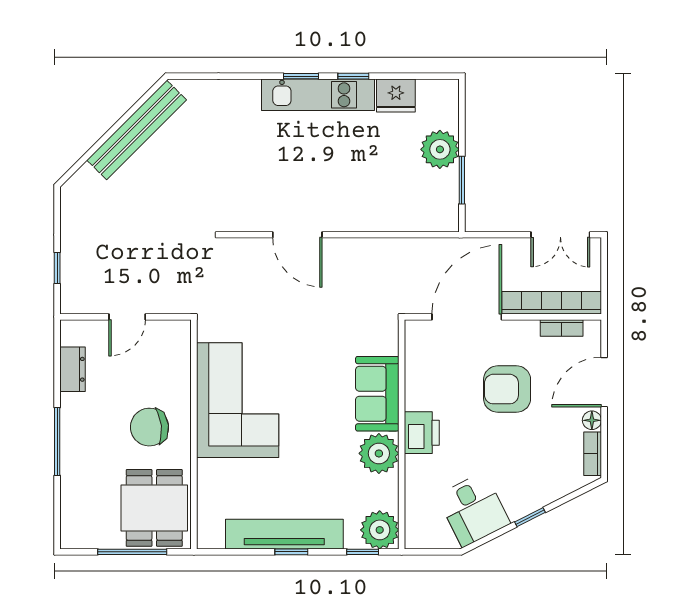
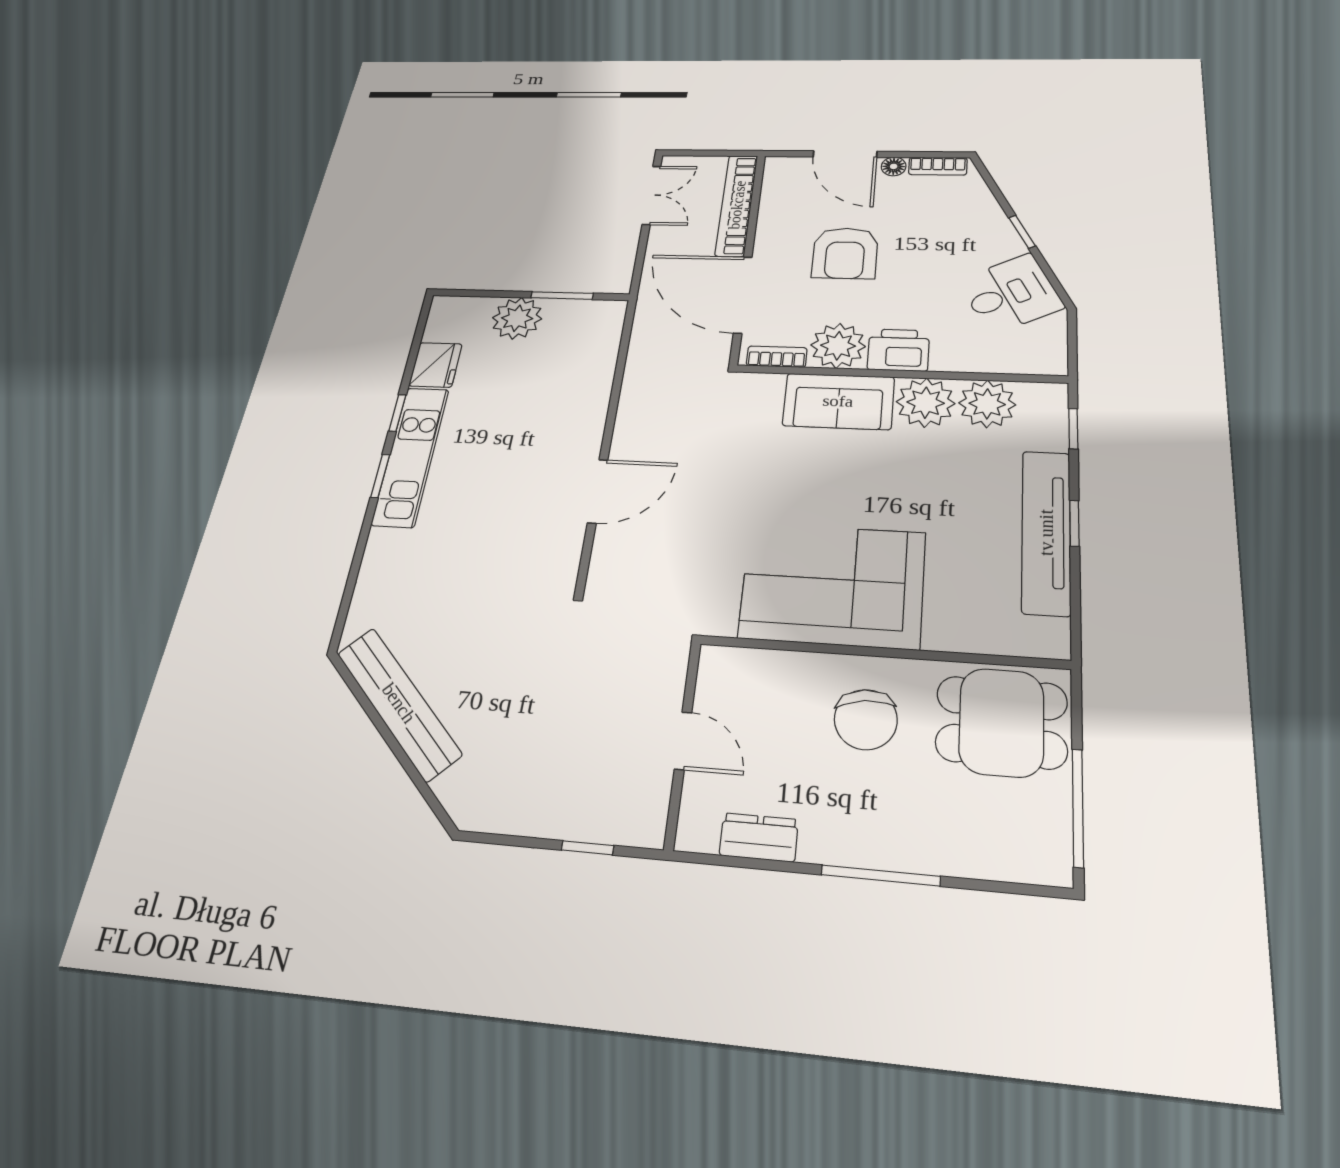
bookcase: (562, 328) -> (777, 357), moved, turned -90
plant: (424, 390) -> (838, 346), added
plant: (380, 530) -> (987, 404), moved
window: (132, 552) -> (1078, 807), moved

